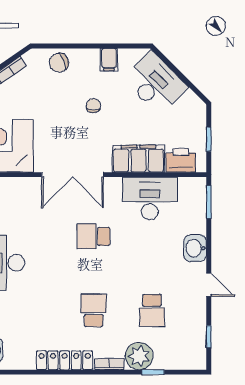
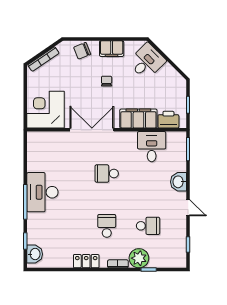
filing cabinet: (109, 60) -> (112, 49), width x2.00
desk: (155, 83) -> (147, 62), width x0.73
double door: (73, 175) -> (92, 130), swing flipped
desk: (150, 198) -> (152, 147), width x0.73
school desk: (152, 310) -> (148, 226), turned -90
locker: (65, 360) -> (86, 261), width x0.66

